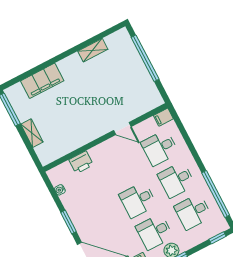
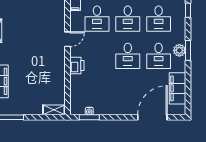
shelving: (32, 133) -> (54, 110), moved
printer: (81, 162) -> (77, 66), moved
window: (68, 222) -> (89, 117), moved

